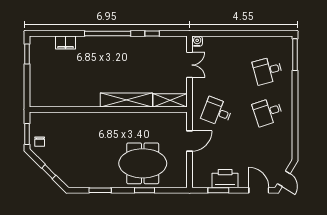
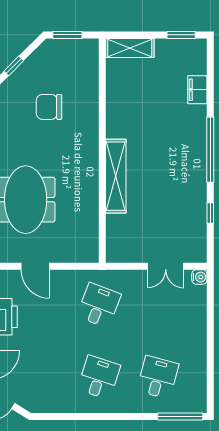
desk: (268, 70) -> (158, 377), turned 30
shelving: (170, 100) -> (130, 48), moved, turned 90
desk: (268, 112) -> (99, 377), turned 36
door: (190, 141) -> (35, 266), moved
chair: (40, 142) -> (49, 107), moved, width x1.87, depth x1.87

